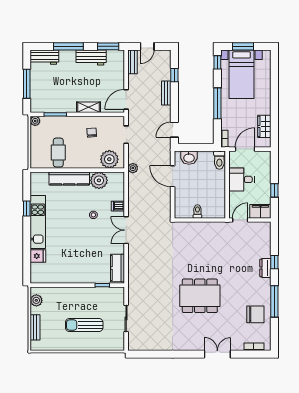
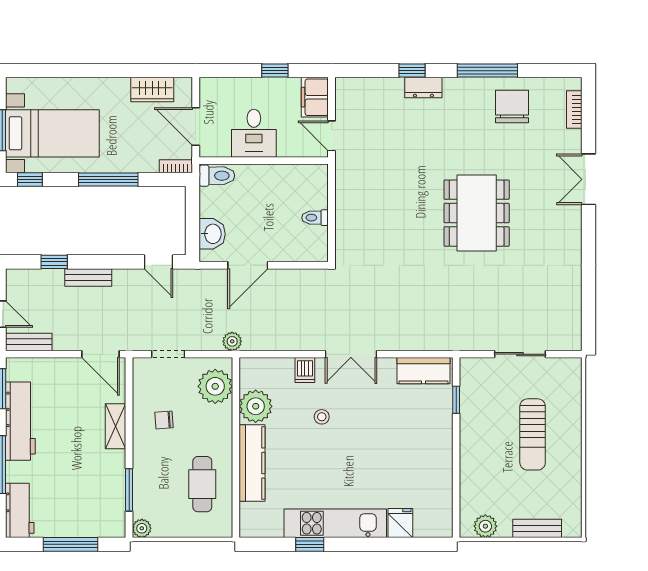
workbench: (91, 57) -> (20, 421), width x1.38
cafe table: (58, 153) -> (202, 484), turned 90

